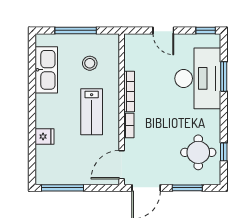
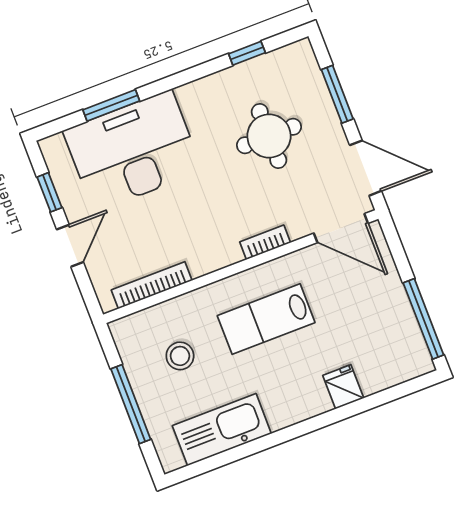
window: (206, 30) -> (49, 192), moved
bookcase: (129, 91) -> (152, 285), moved
lab bench: (92, 112) -> (266, 319), turned 180
round table: (198, 152) -> (269, 136), moved

